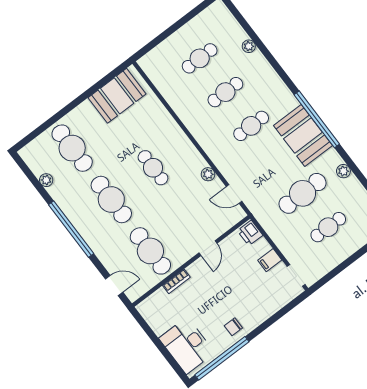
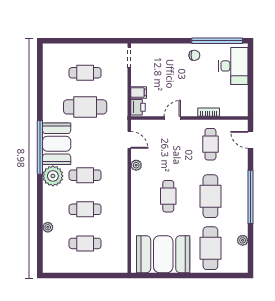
booth: (117, 96) -> (163, 254), width x1.36, depth x1.42
plant: (343, 171) -> (53, 176), moved, width x1.88, depth x1.88
cafe table: (150, 251) -> (210, 144), width x0.73, depth x0.74
filing cabinet: (270, 260) -> (139, 92), moved

